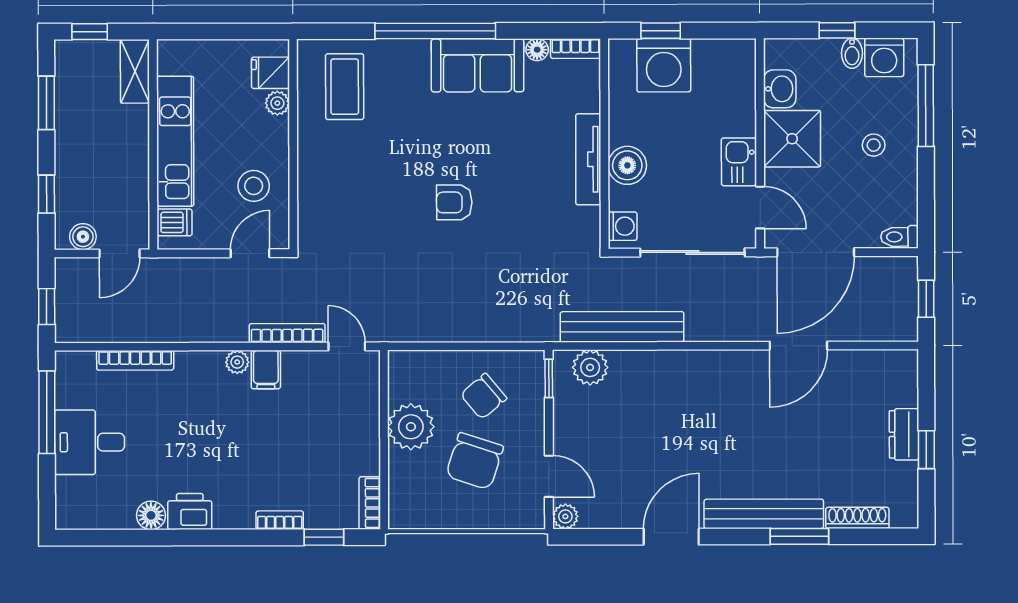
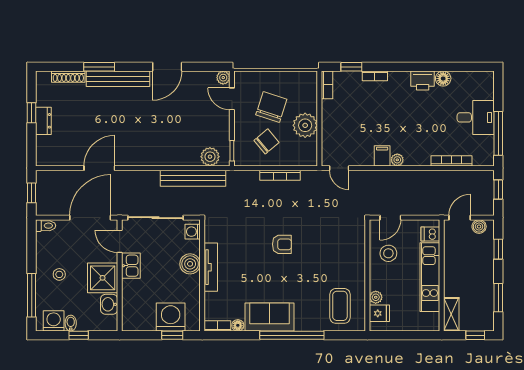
bookcase: (287, 333) -> (280, 175), moved

